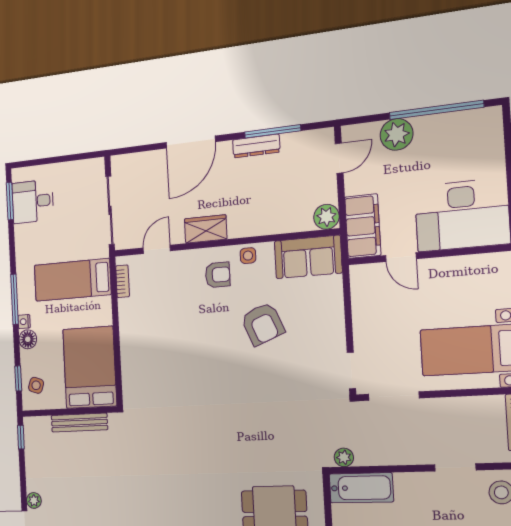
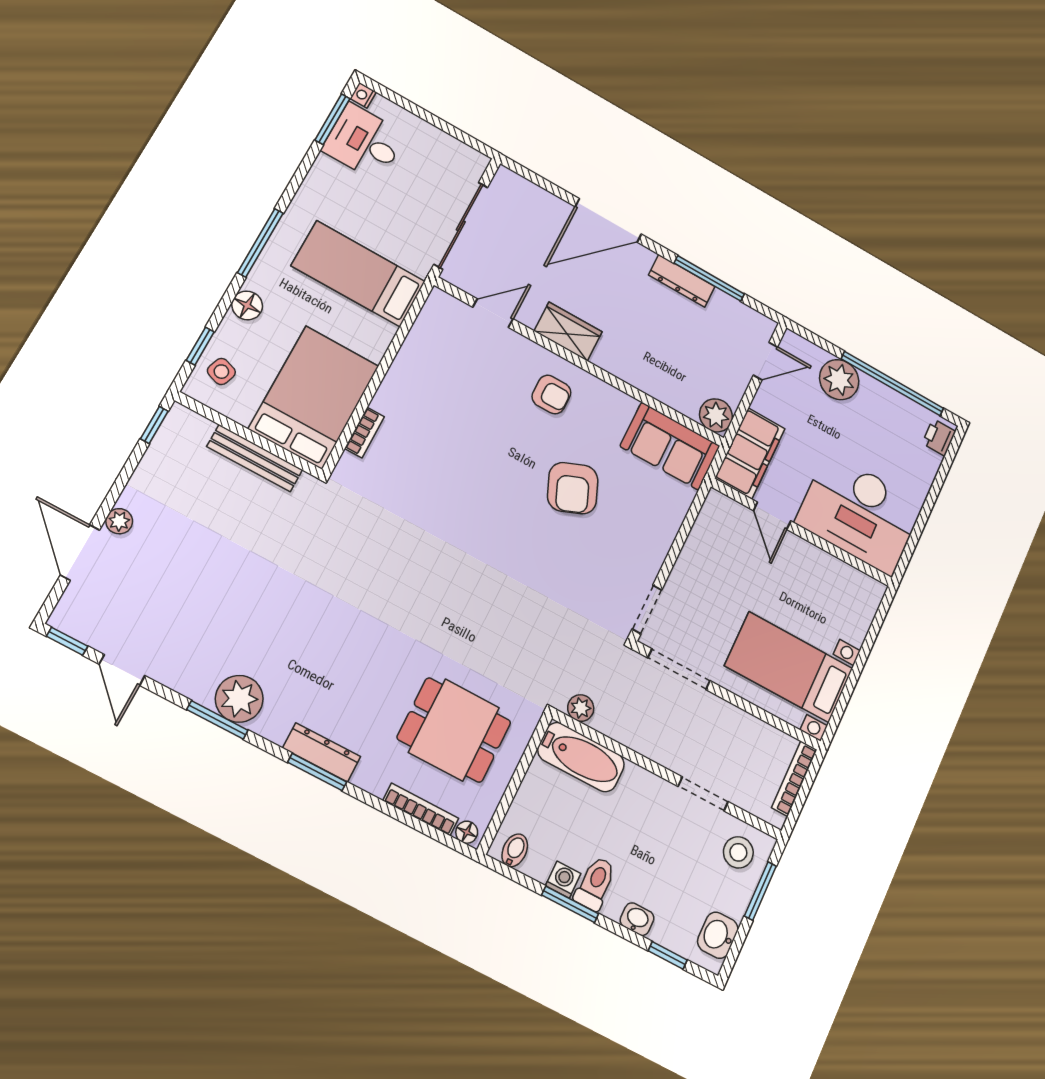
printer: (492, 123) -> (939, 437), added
side table: (248, 256) -> (601, 397), removed
bookcase: (123, 281) -> (364, 432), moved
nightstand: (24, 322) -> (363, 95), moved

